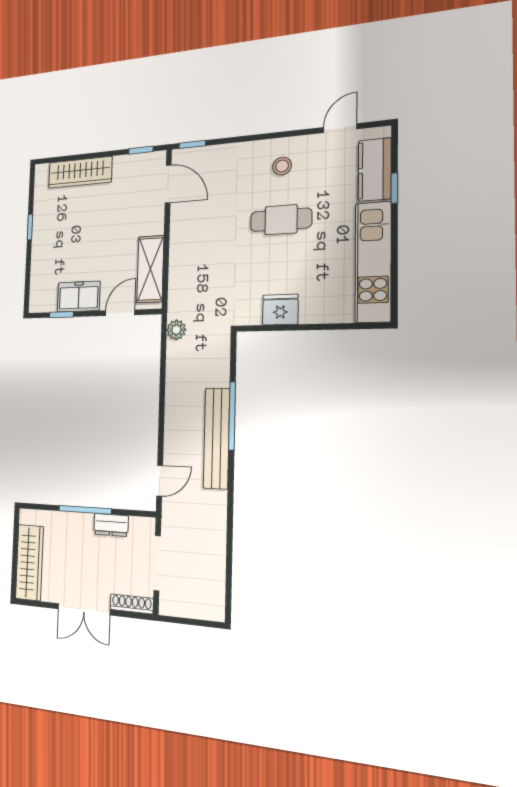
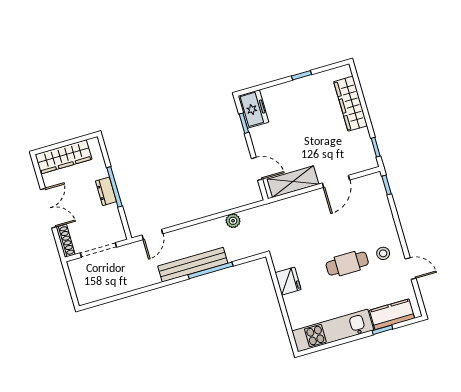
door: (340, 128) -> (411, 269), moved
door: (168, 184) -> (336, 181), moved
cafe table: (281, 220) -> (347, 264), turned 90
freezer: (79, 297) -> (253, 109), moved
plant: (176, 330) -> (233, 221), moved
door: (160, 481) -> (152, 234), hinge flipped
dresser: (111, 525) -> (106, 191), moved
double door: (84, 609) -> (48, 208), swing flipped

